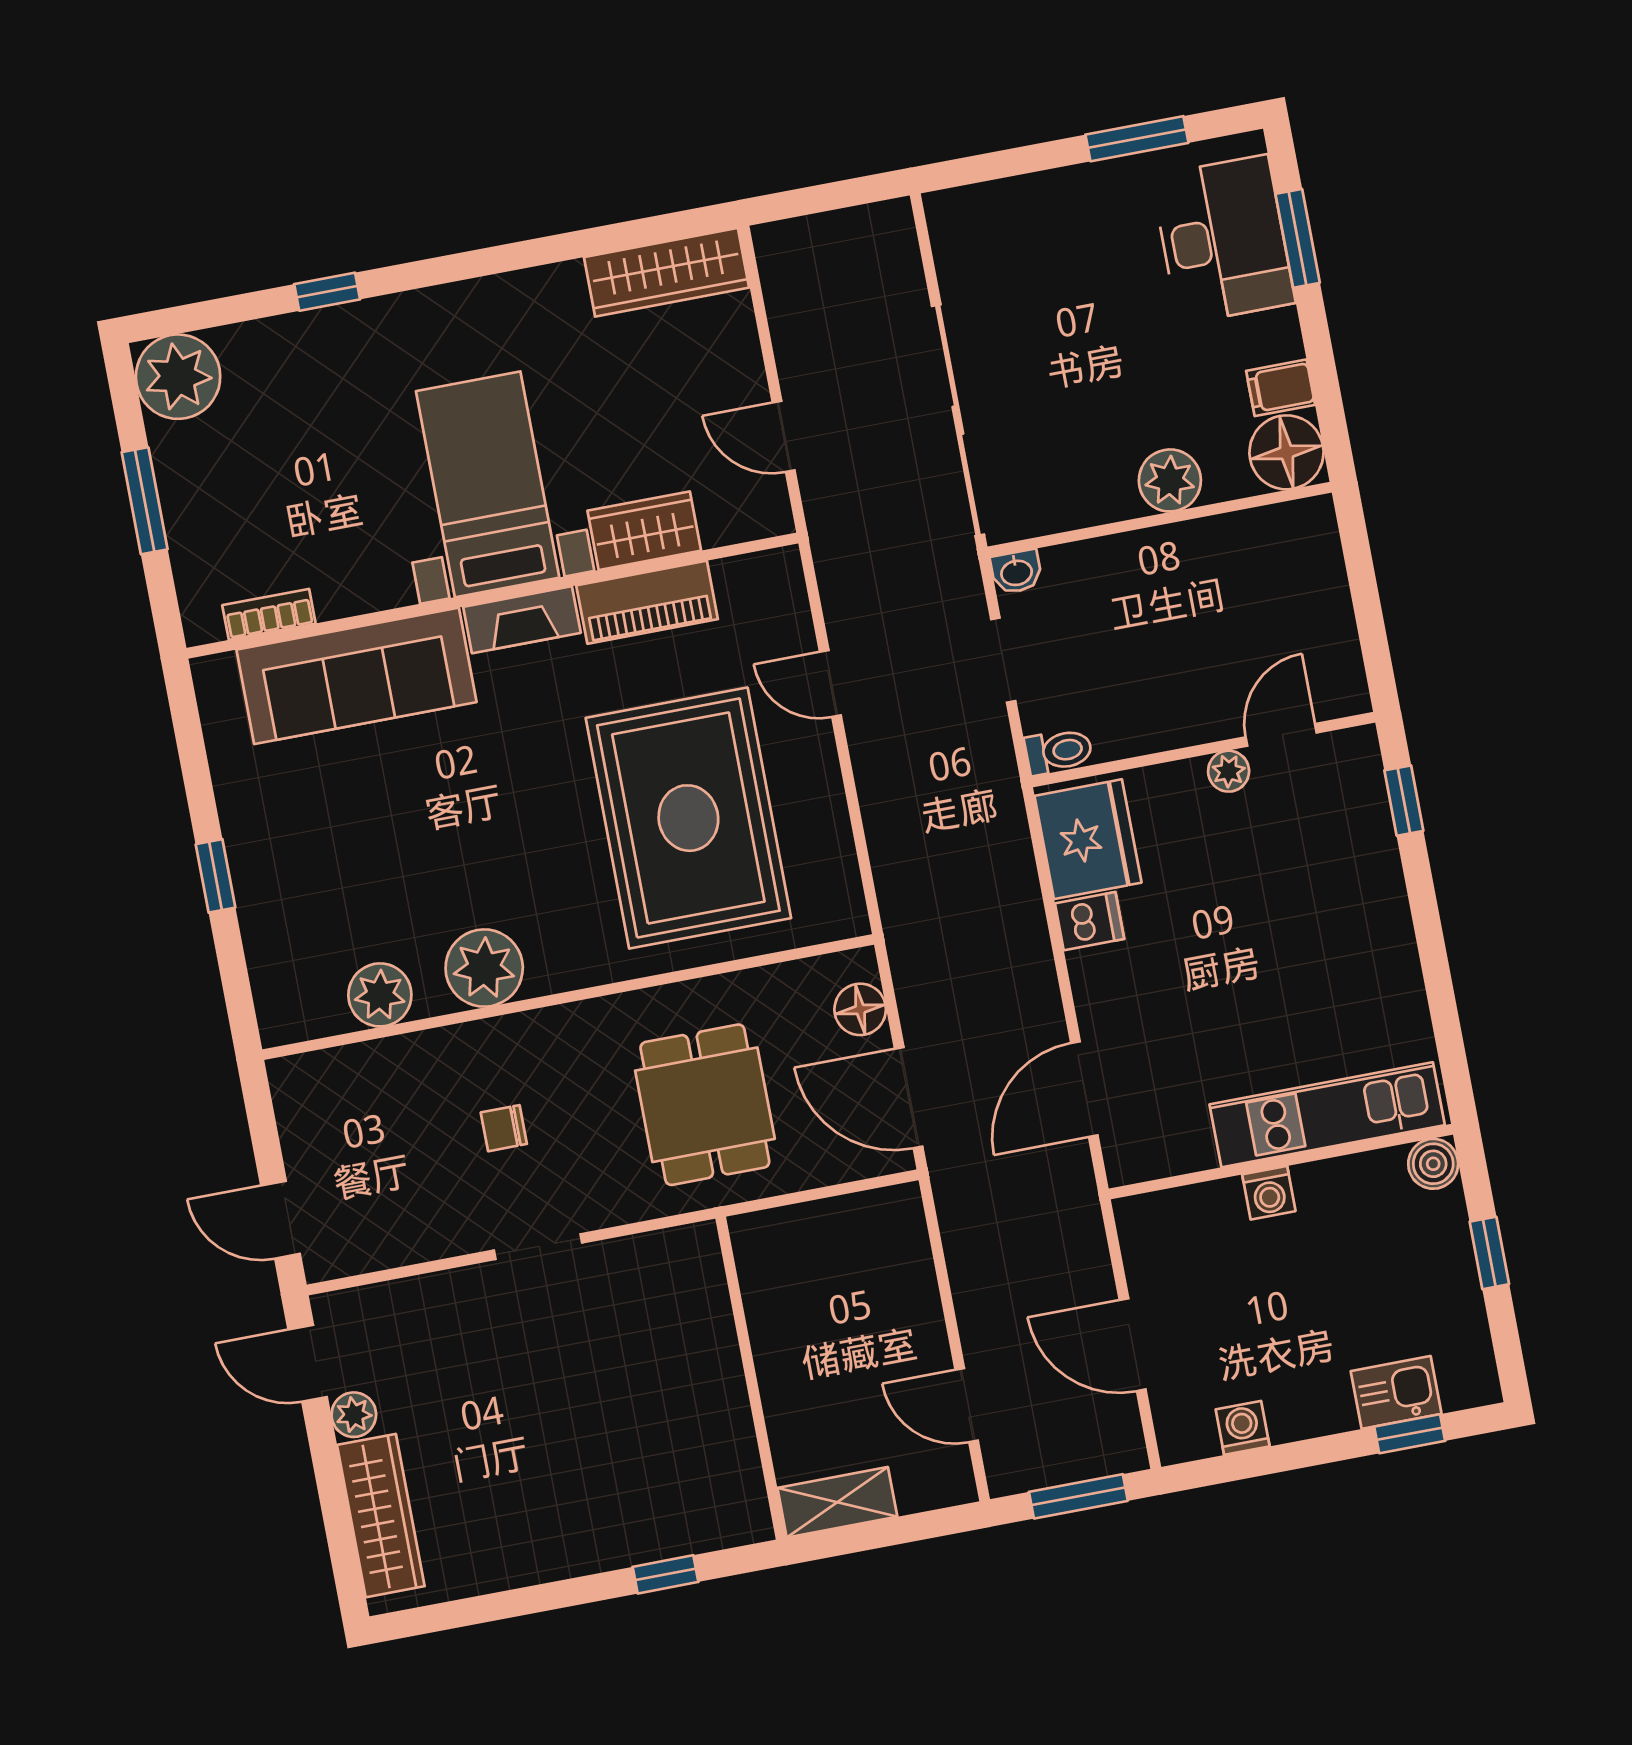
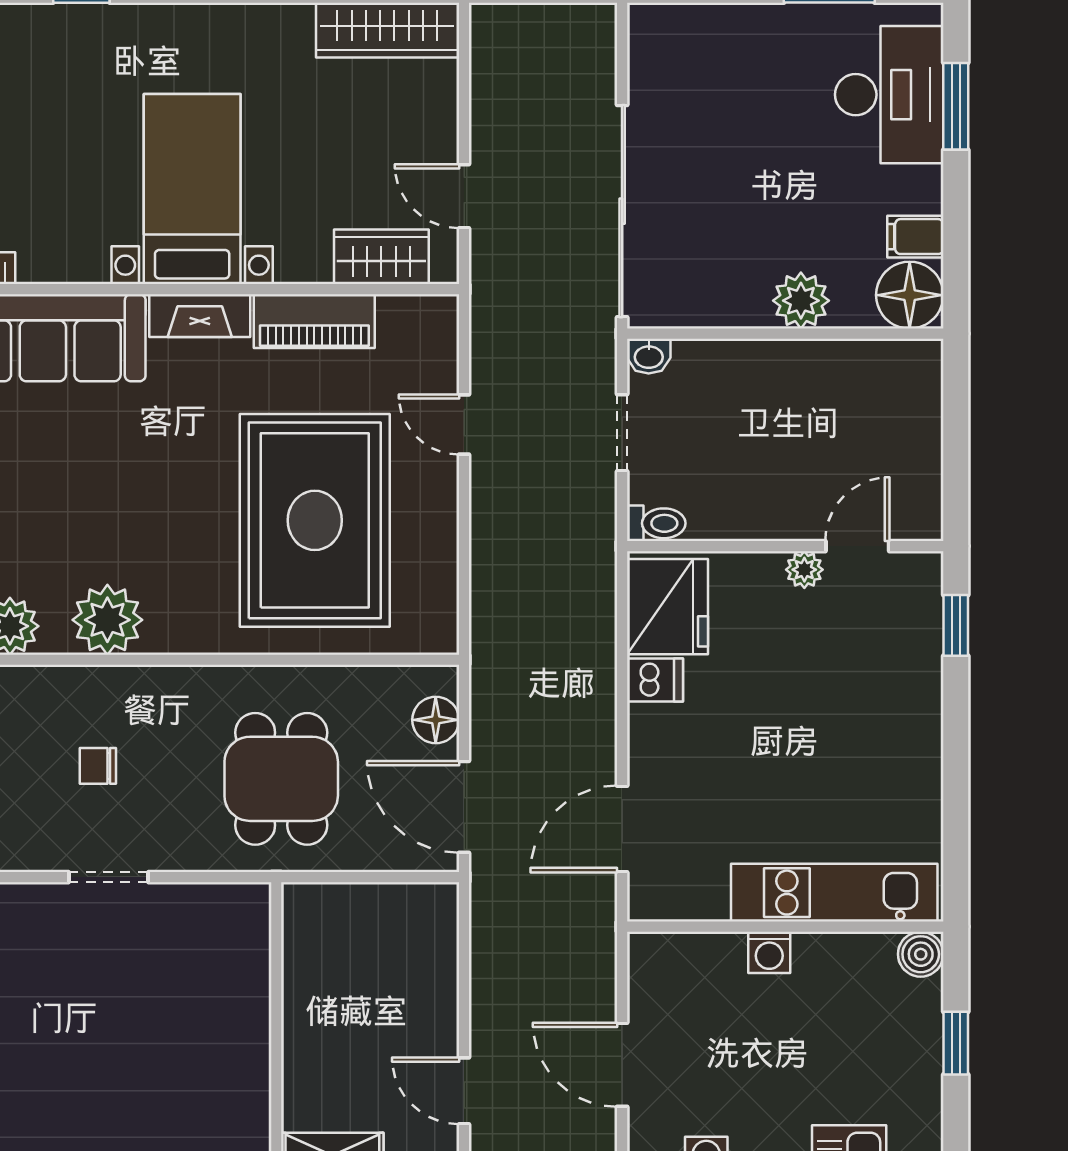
wardrobe: (644, 531) -> (381, 257), moved

